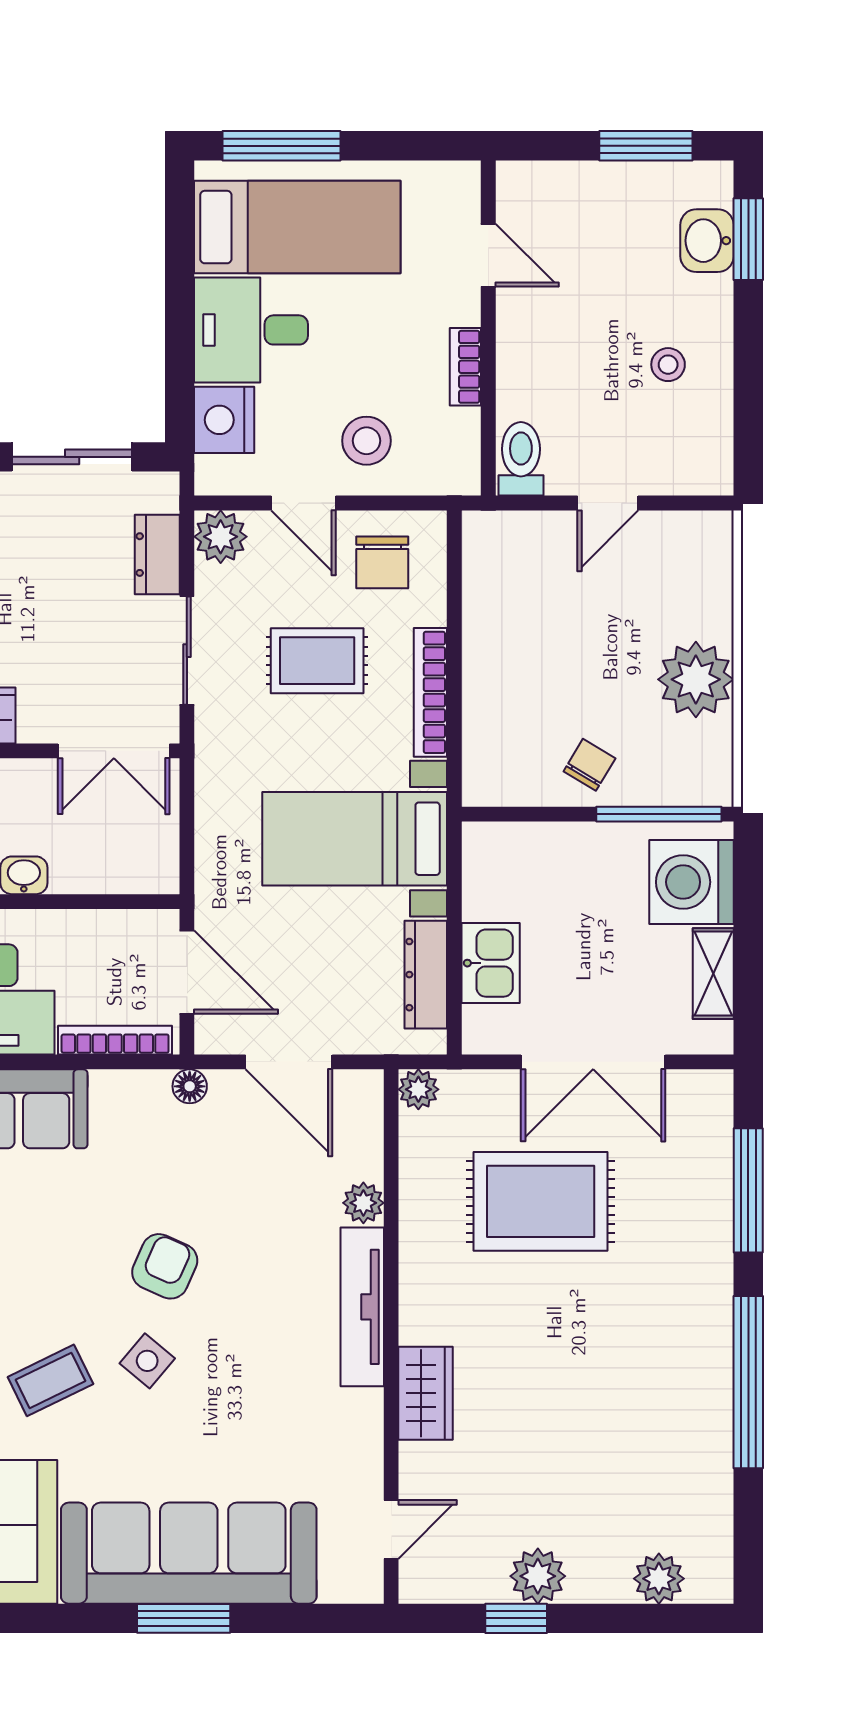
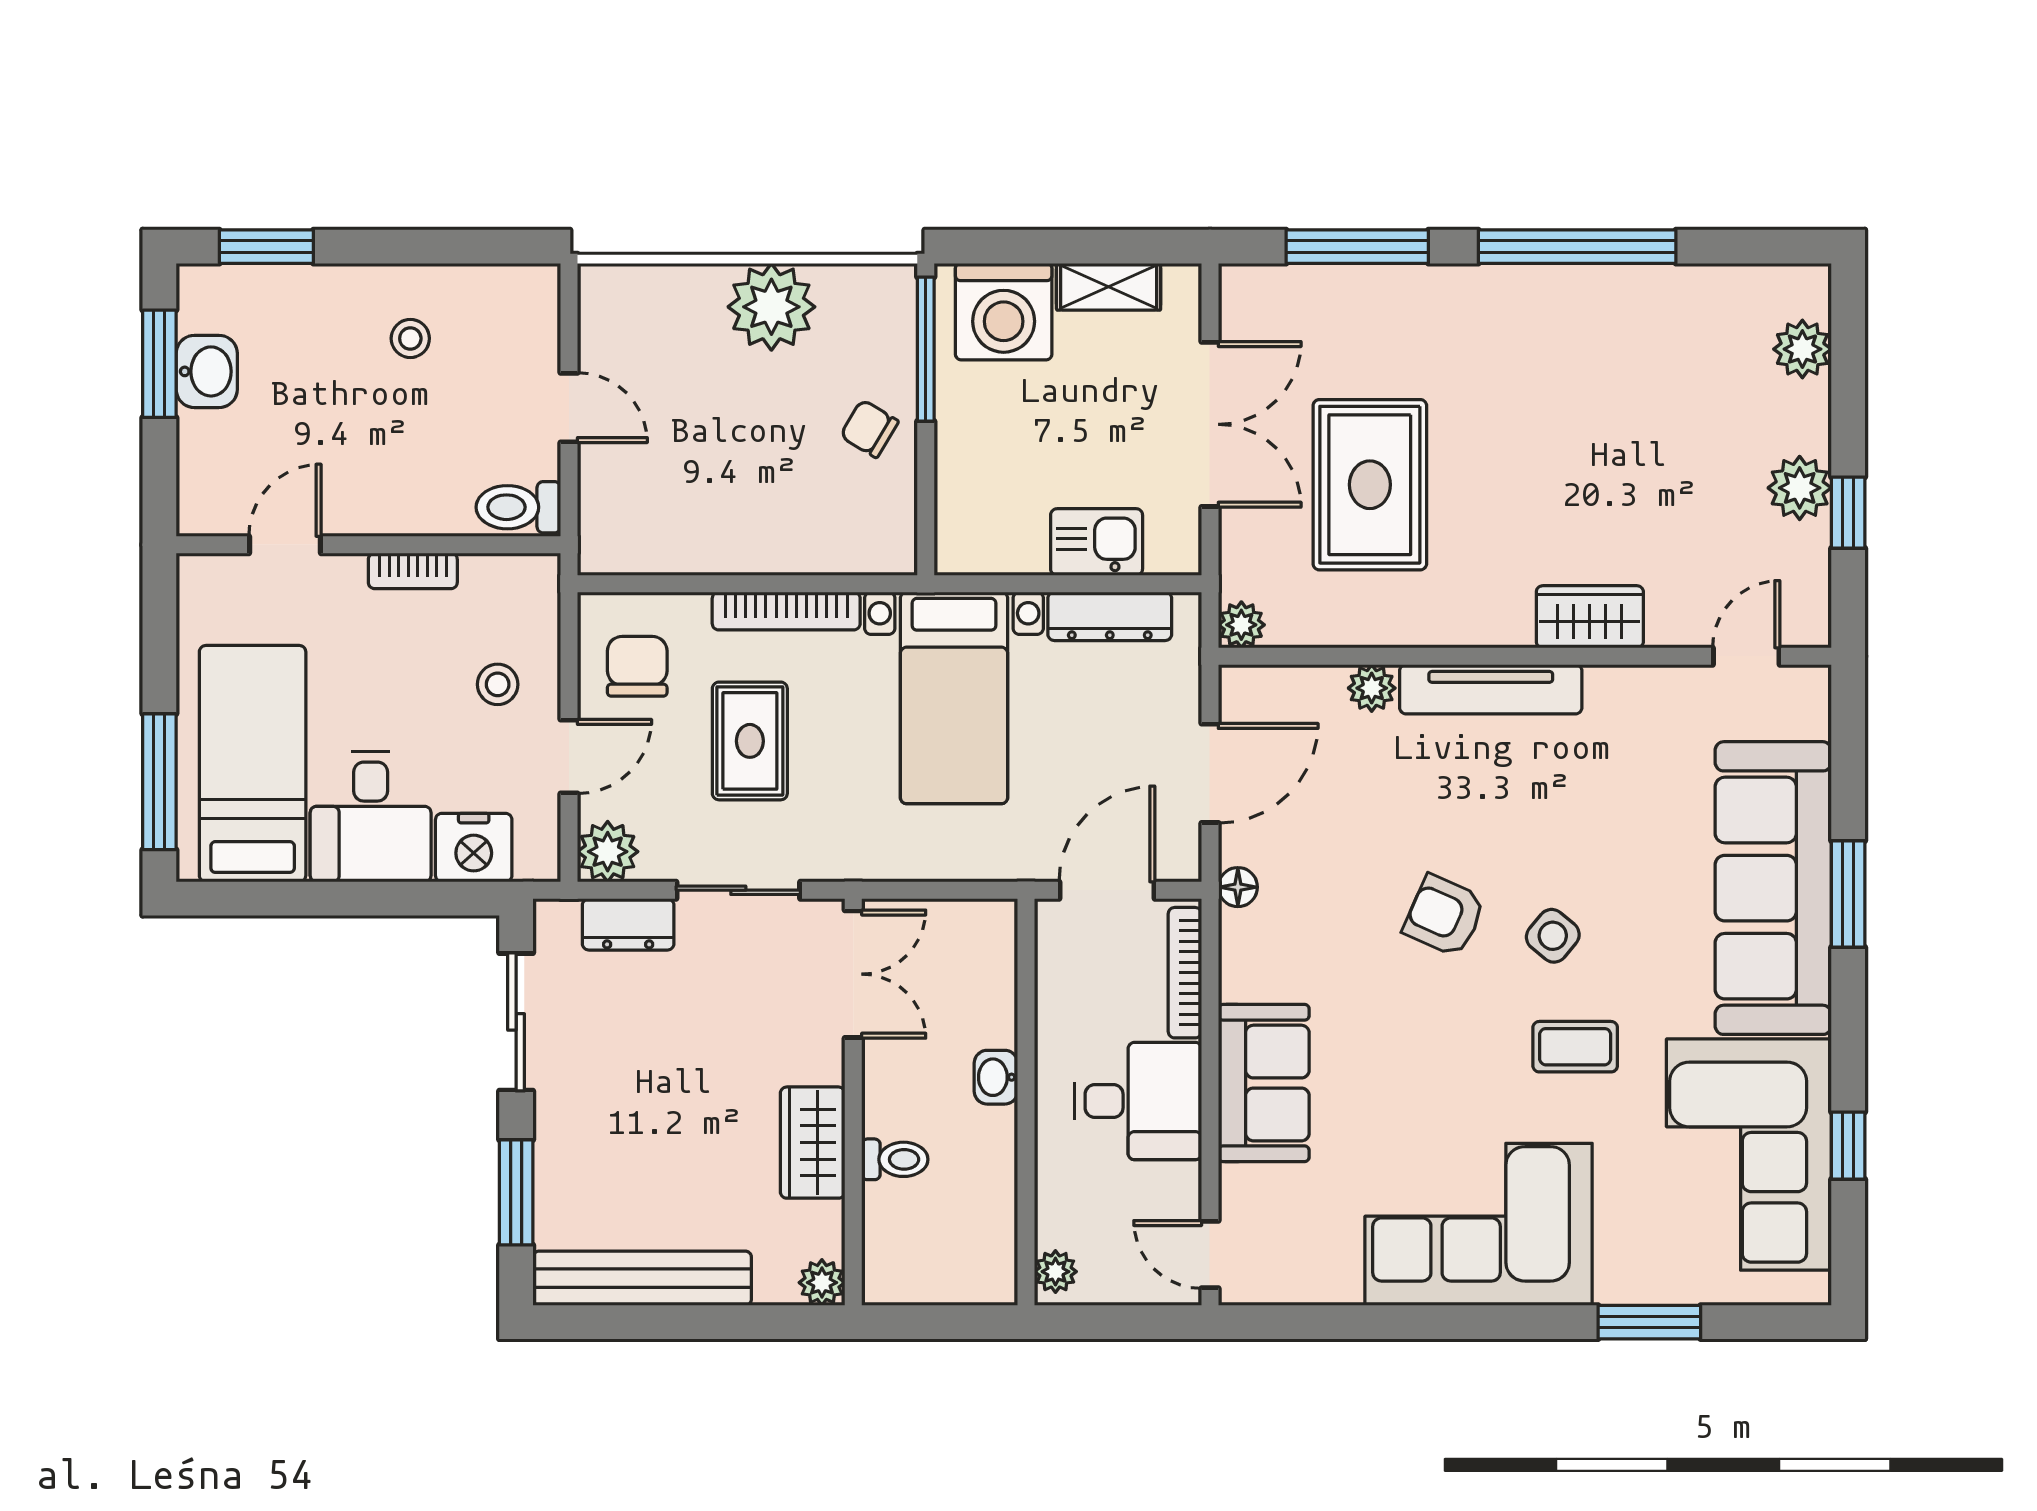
washbasin: (707, 241) -> (207, 371), moved, turned -90
stool: (366, 441) -> (498, 684), width x0.73, depth x0.73
chair: (382, 562) -> (637, 666), turned -90
coffee table: (50, 1380) -> (1575, 1047), turned -64
door: (391, 1530) -> (1746, 656), hinge flipped

